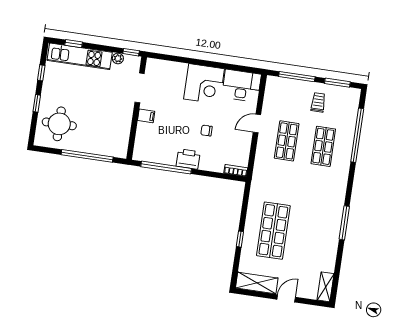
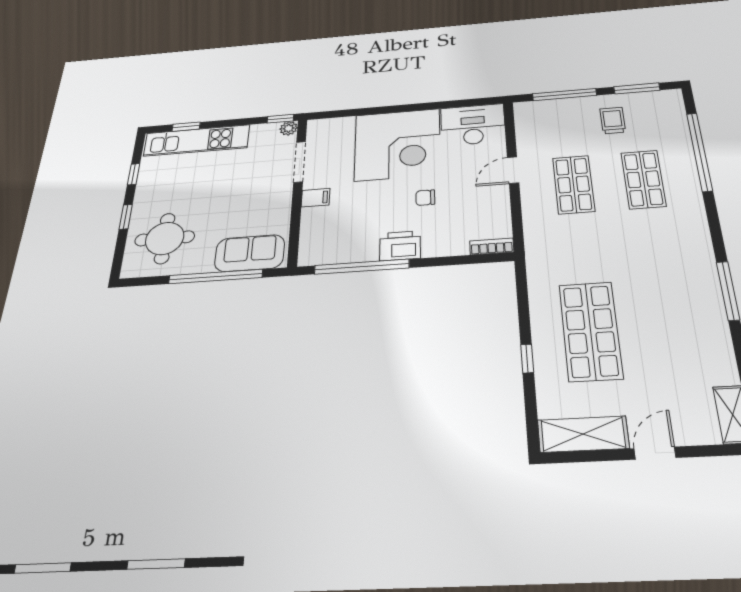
plant: (118, 58) -> (289, 128), moved
corner desk: (204, 84) -> (397, 145), width x1.36, depth x1.36
sofa: (107, 145) -> (250, 253), added

